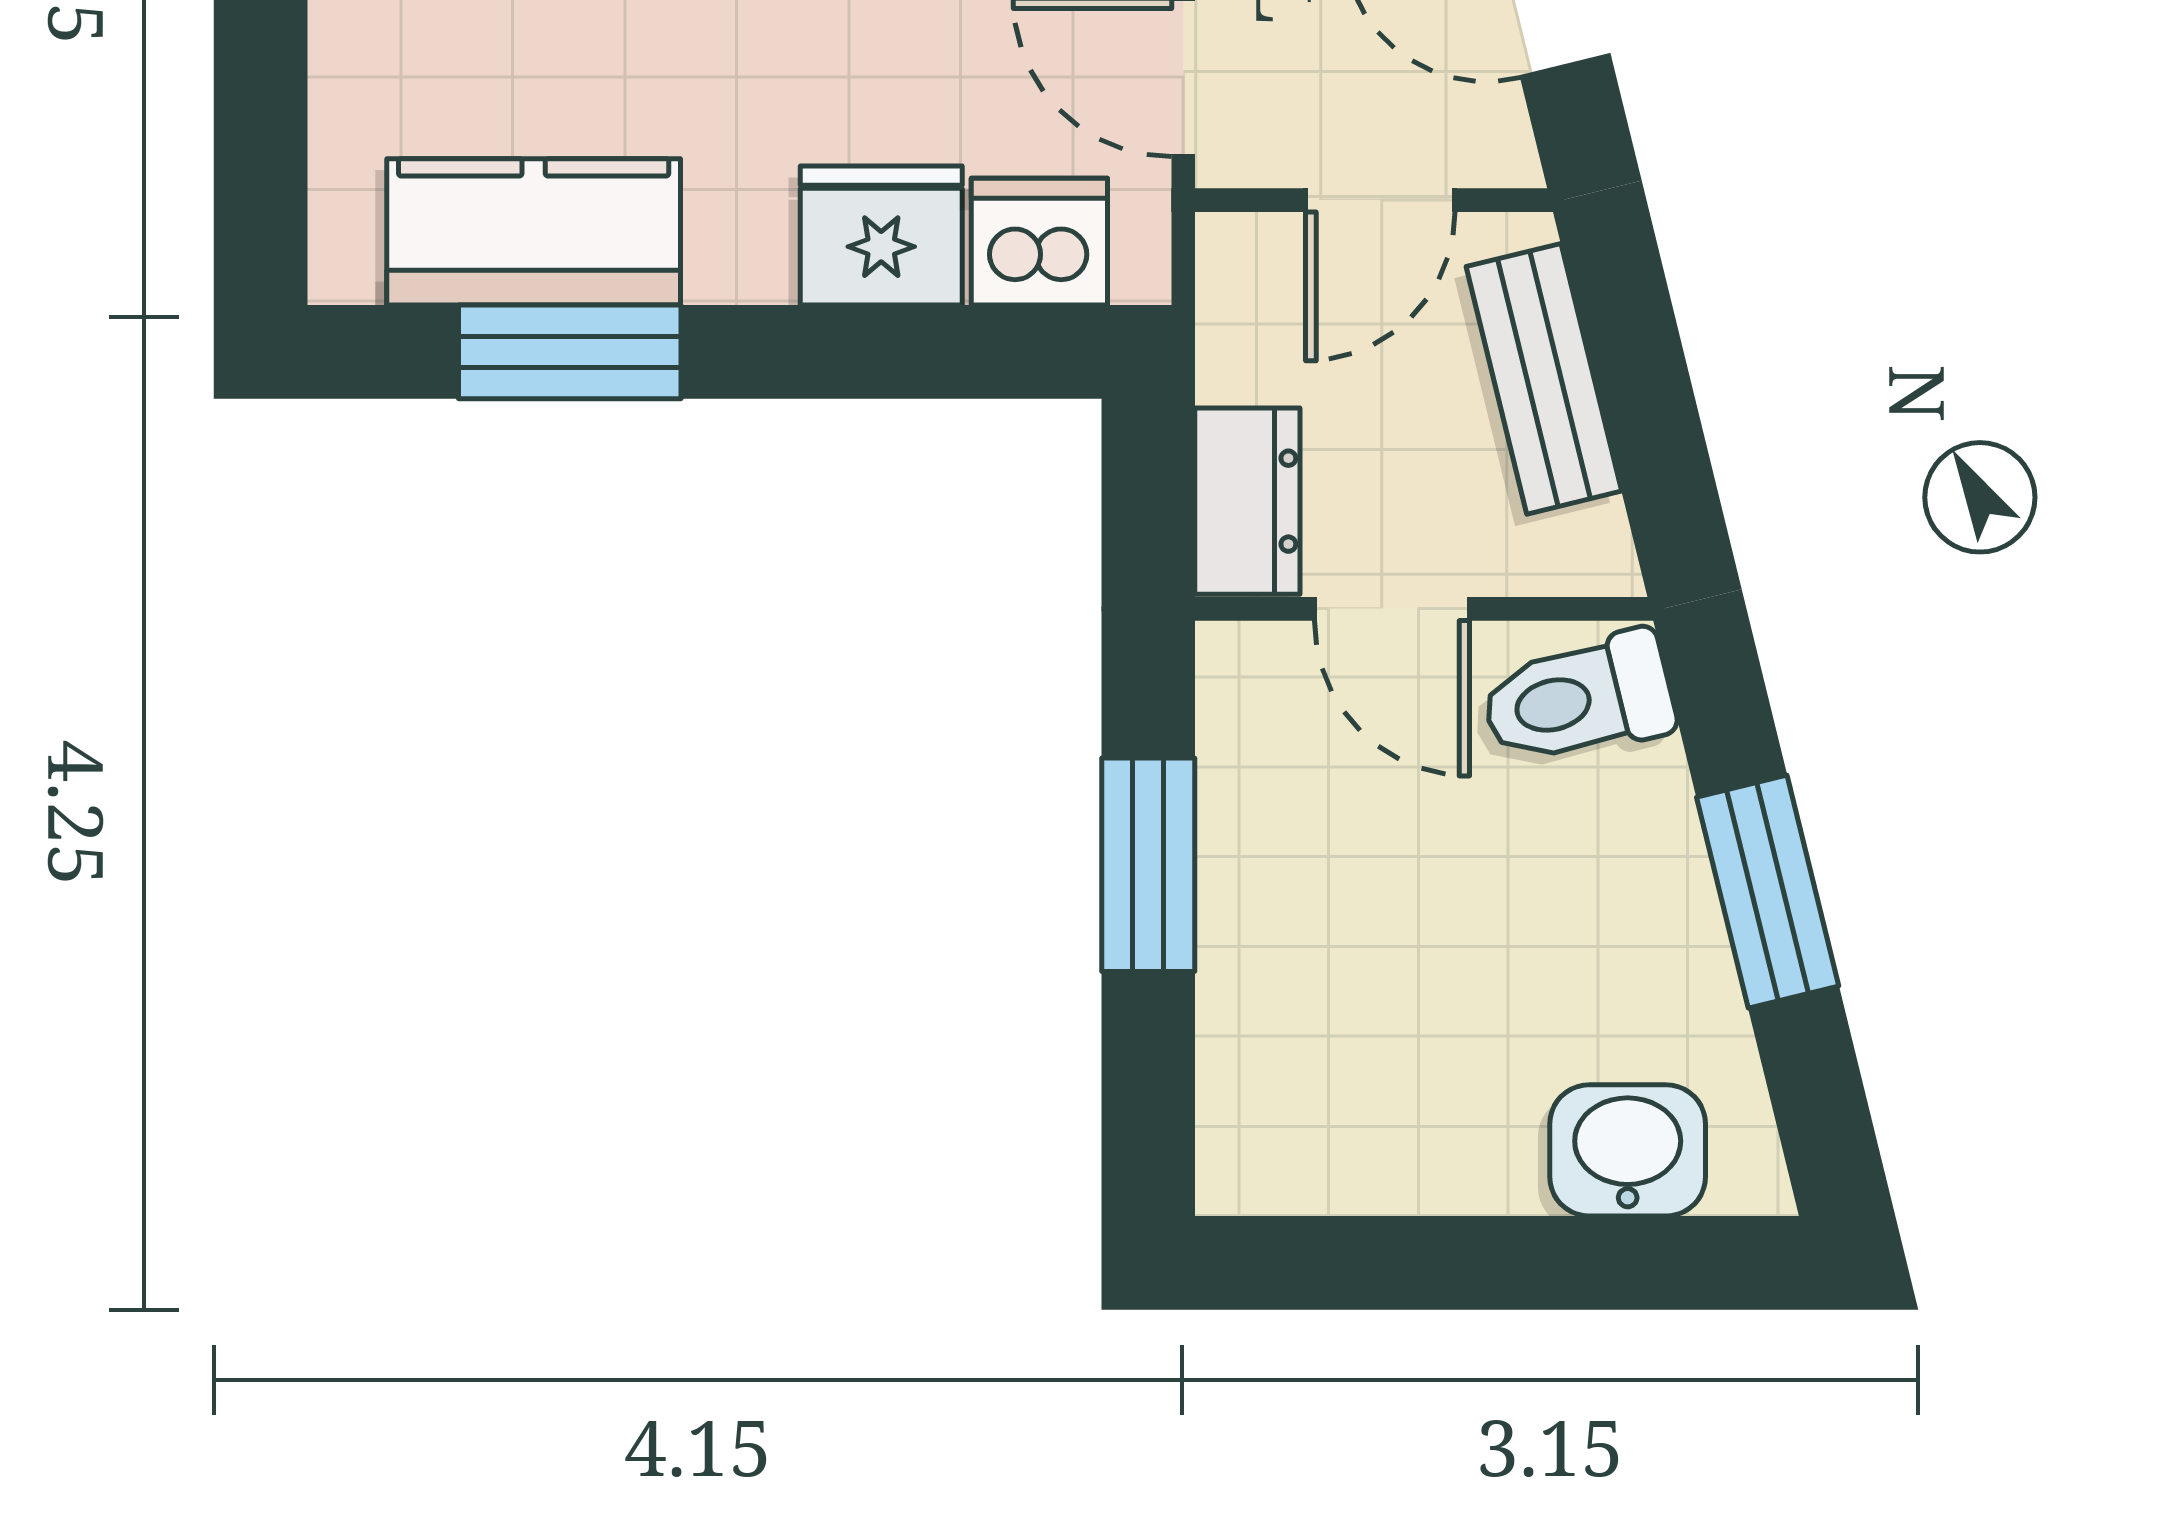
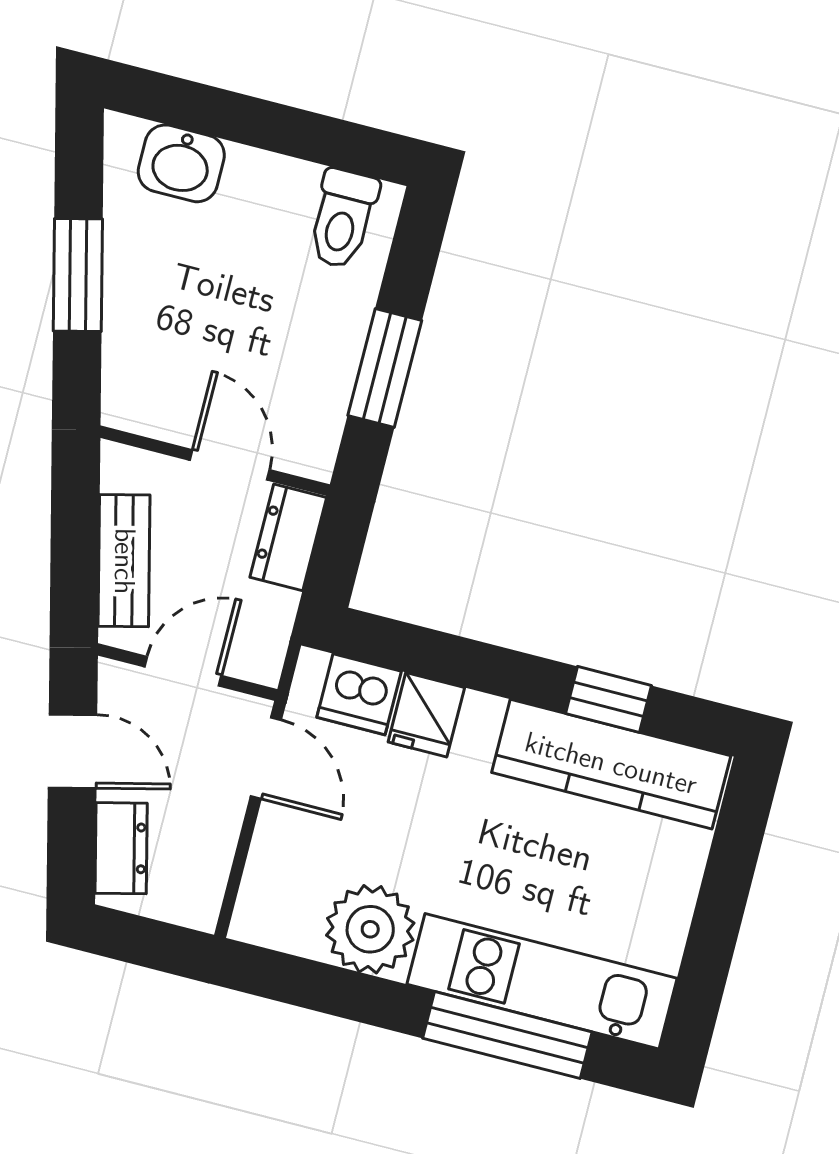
kitchen counter: (534, 232) -> (611, 764), width x1.50
fridge: (881, 236) -> (426, 715), width x0.72
window: (570, 352) -> (609, 699), width x0.67
toilet: (1578, 699) -> (343, 219), moved, turned 104

